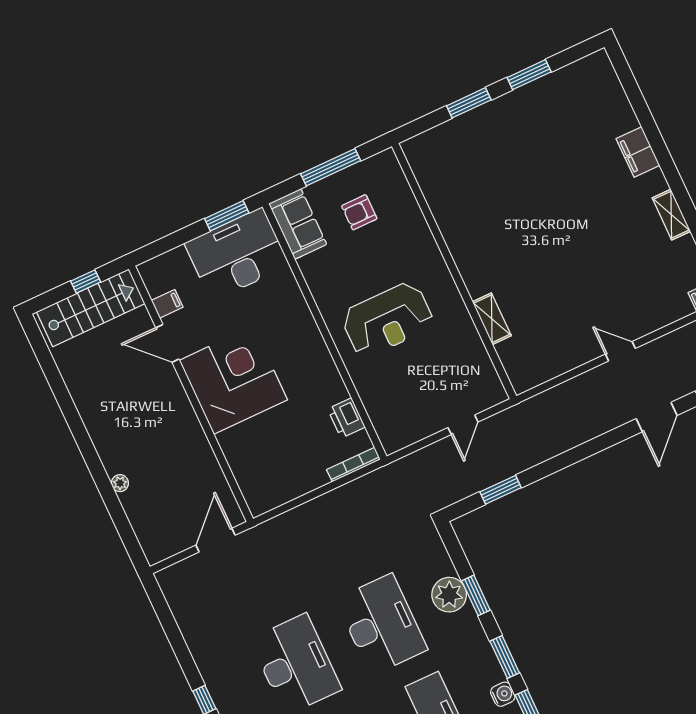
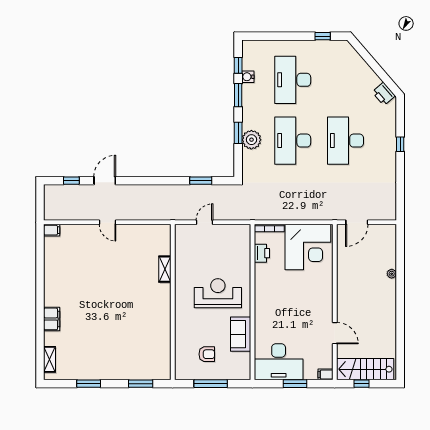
window: (469, 103) -> (141, 384), moved
shelving: (671, 215) -> (50, 359), moved
window: (227, 216) -> (295, 384), moved
sofa: (298, 224) -> (241, 334), moved
filing cabinet: (167, 304) -> (326, 374), moved
corner desk: (233, 380) -> (308, 247), moved, turned -90

